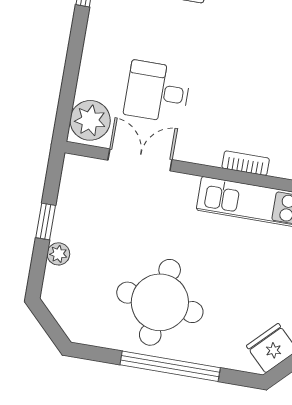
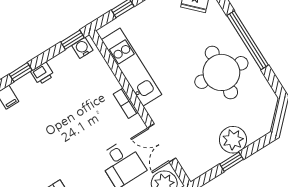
bookcase: (246, 163) -> (126, 103), moved
plant: (58, 254) -> (233, 140), width x1.87, depth x1.87

